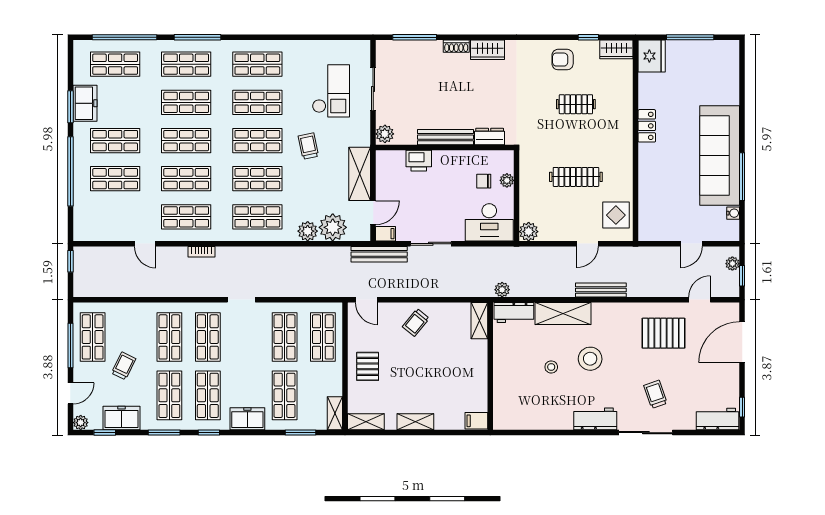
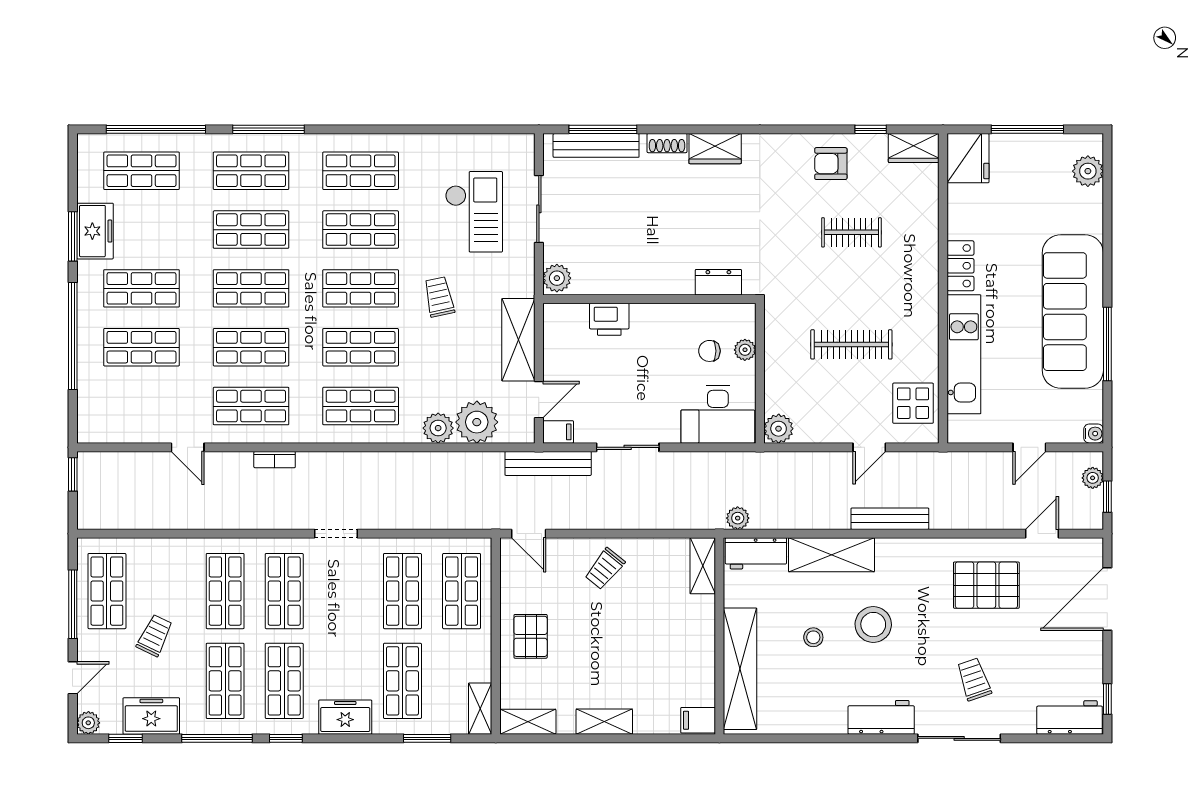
plant: (729, 64) -> (1088, 171), added
bench: (445, 137) -> (596, 145), moved
kitchen unit: (649, 183) -> (964, 354), added
water cooler: (733, 213) -> (1094, 434), moved
shelving: (504, 387) -> (740, 669), added
window: (164, 433) -> (217, 738), width x1.44

